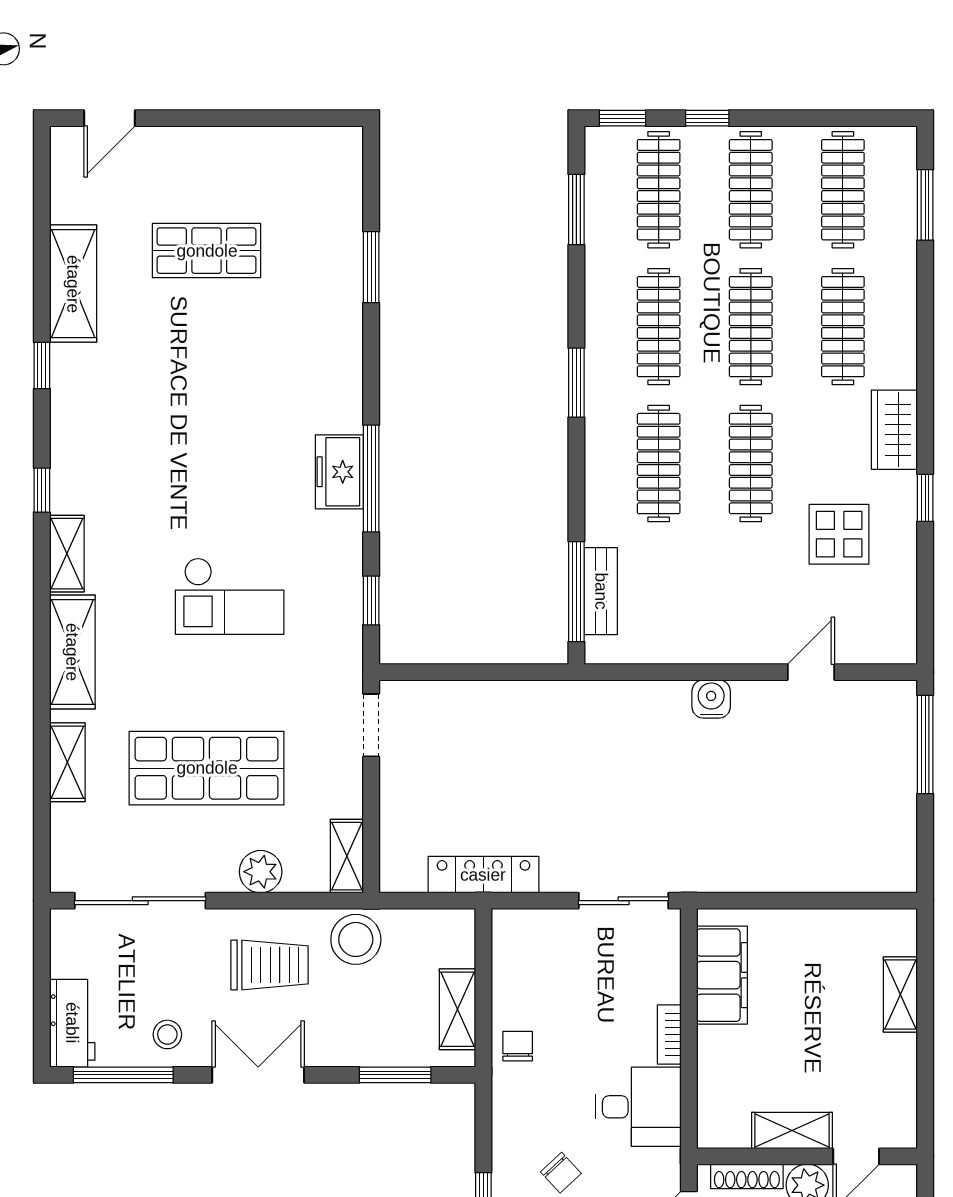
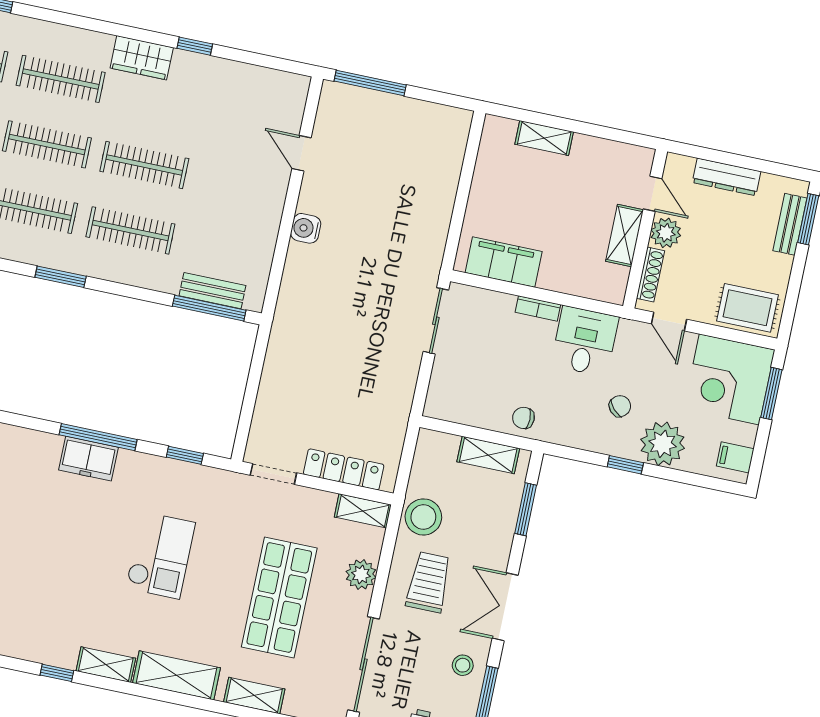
display table: (839, 534) -> (208, 113), removed
locker: (483, 875) -> (344, 469), moved, turned 90

